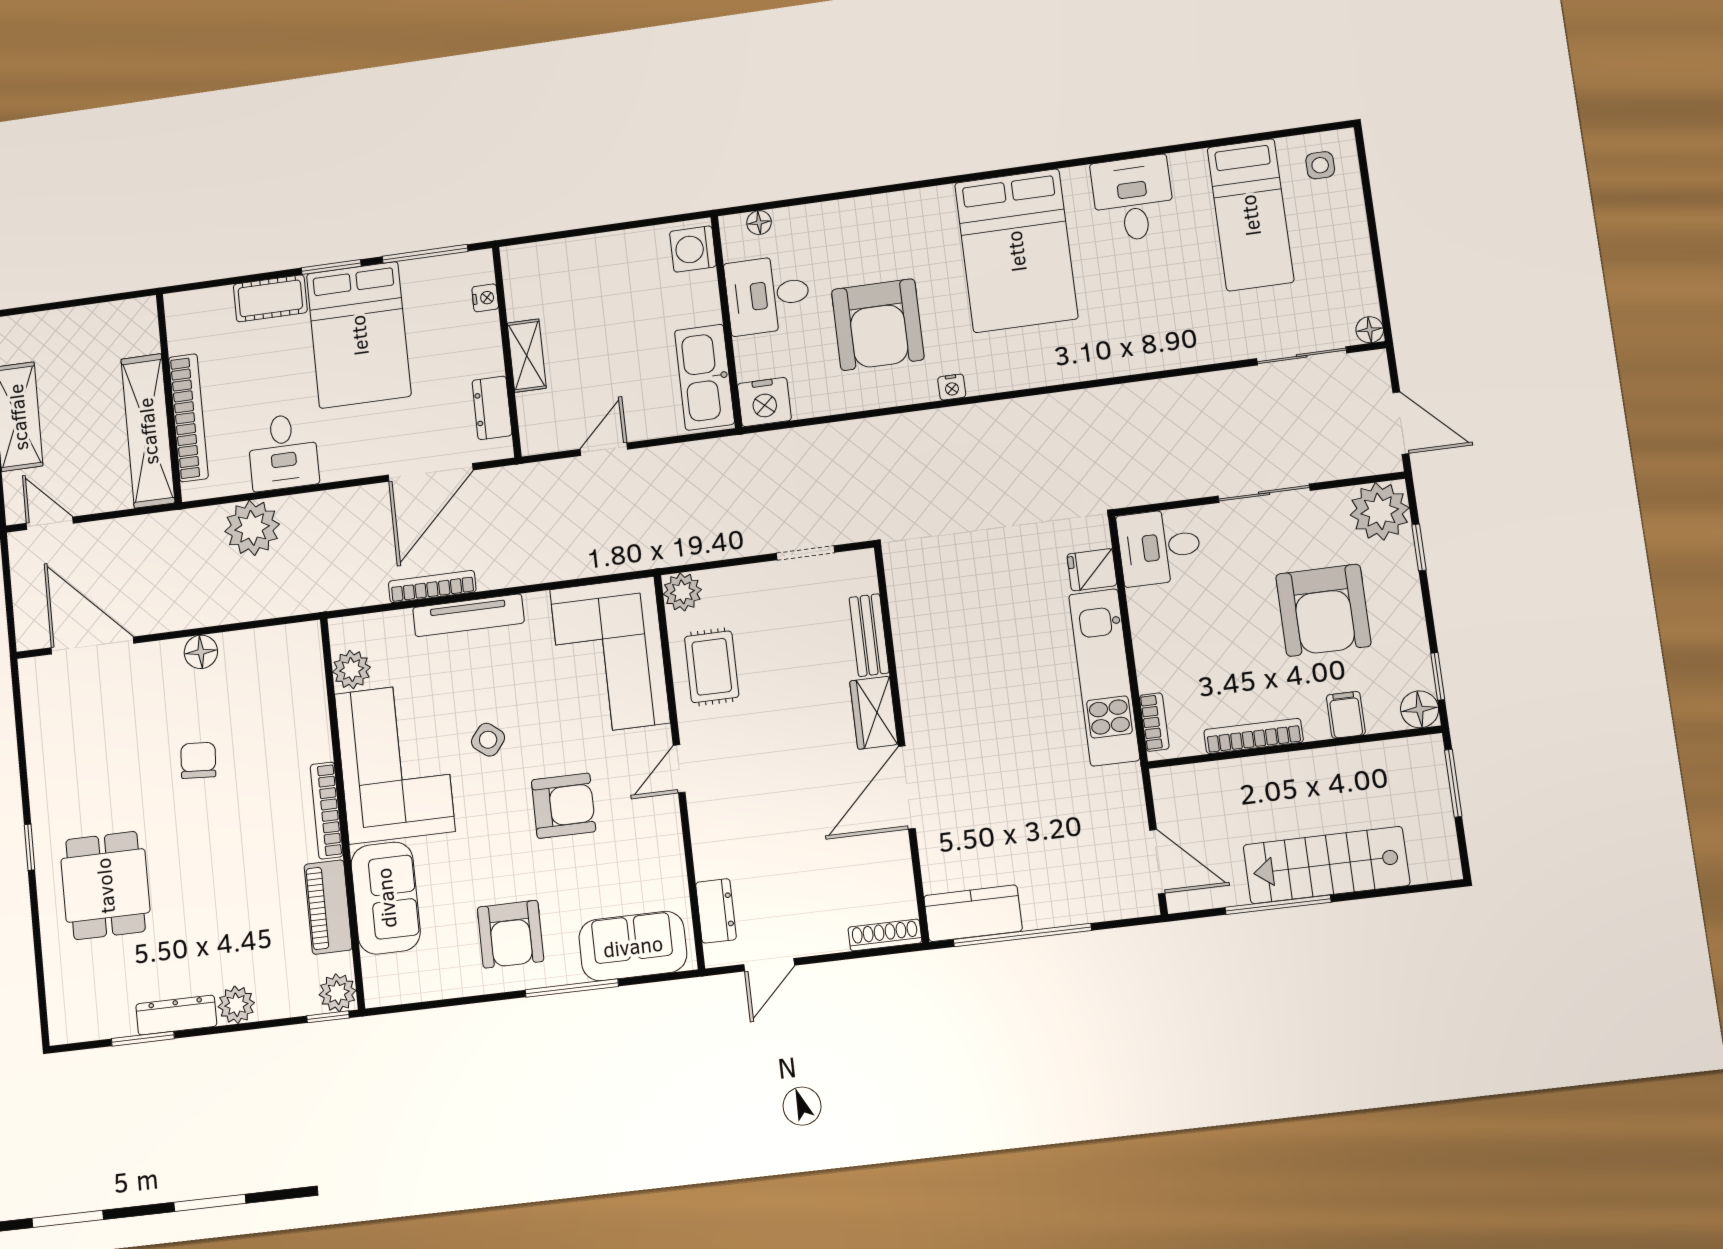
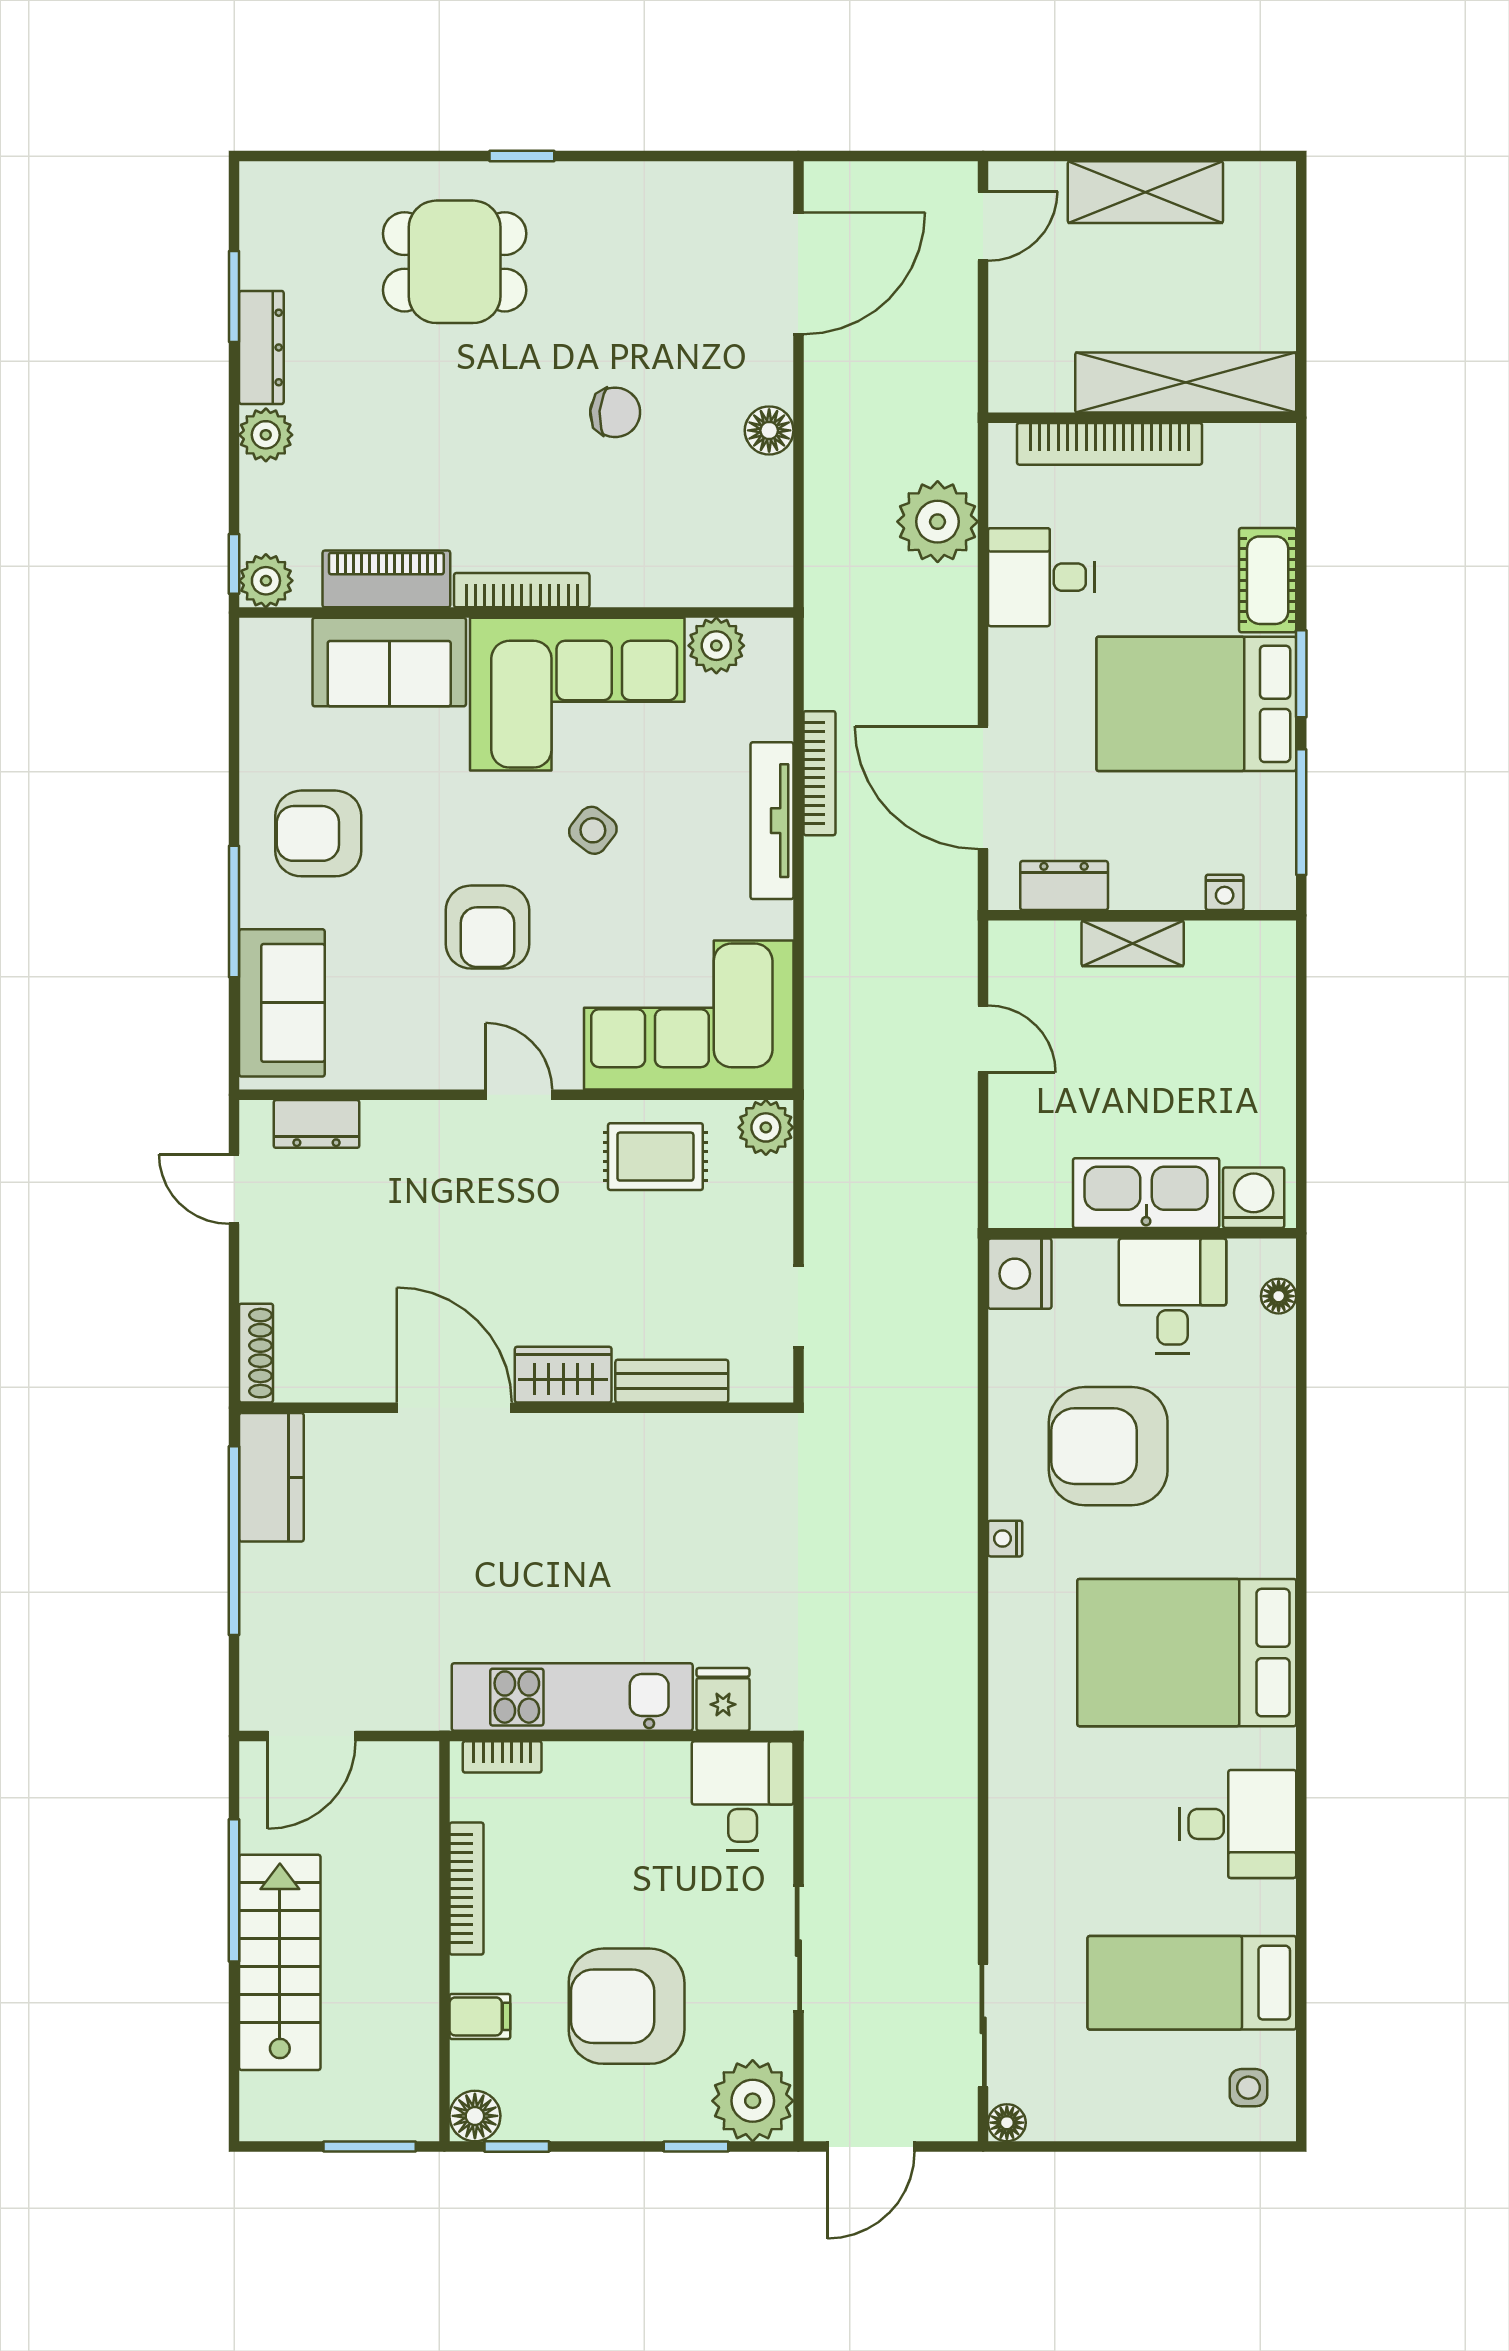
kitchen sink: (704, 377) -> (1146, 1193), moved
shelving: (148, 431) -> (1186, 382), moved

